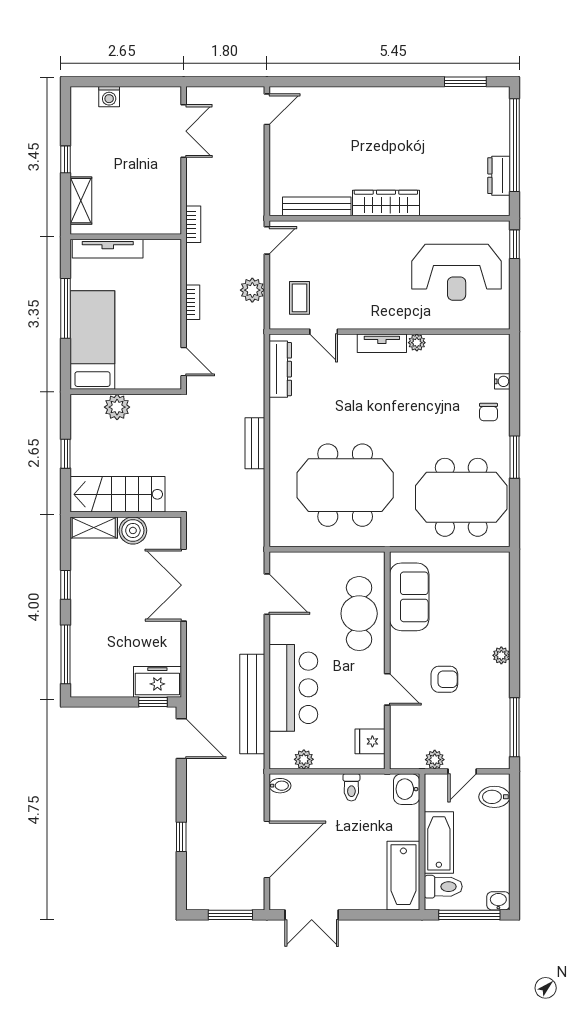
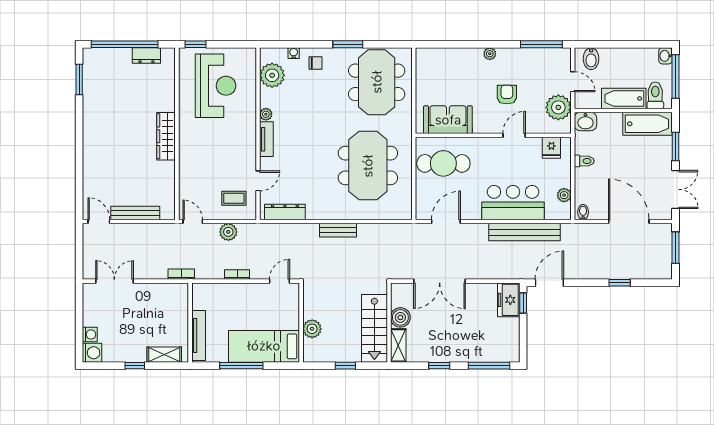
washing machine: (84, 100) -> (92, 353), added
bench: (317, 206) -> (135, 213), moved, turned 90
plant: (471, 351) -> (272, 75), added
cafe table: (359, 614) -> (443, 163), moved
plant: (435, 760) -> (558, 107), width x1.87, depth x1.87
window: (372, 915) -> (676, 147), added

